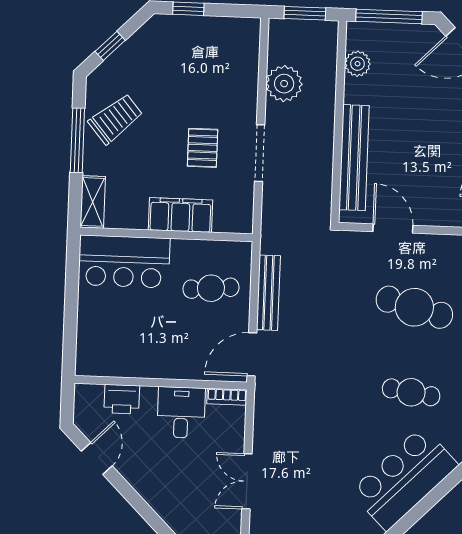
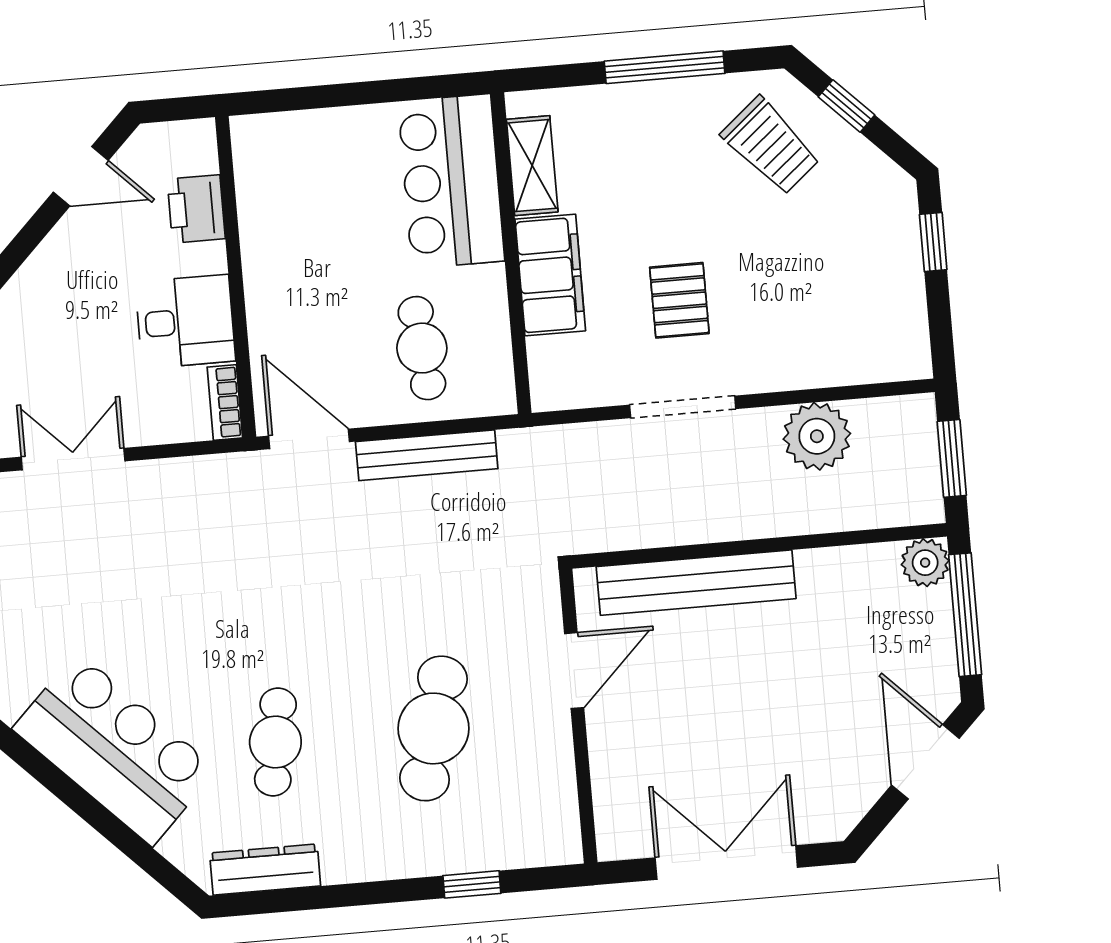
plant: (358, 64) -> (925, 563), moved
trolley: (116, 119) -> (771, 146), moved
pallet: (203, 148) -> (679, 300), turned 90
shelving: (93, 202) -> (532, 166), moved, turned 90

